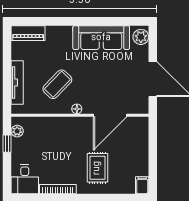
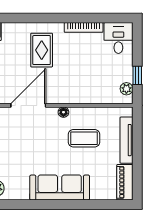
piano: (28, 33) -> (125, 182), moved, turned -90
sofa: (101, 38) -> (60, 188), moved
coffee table: (57, 84) -> (84, 138), turned 46

